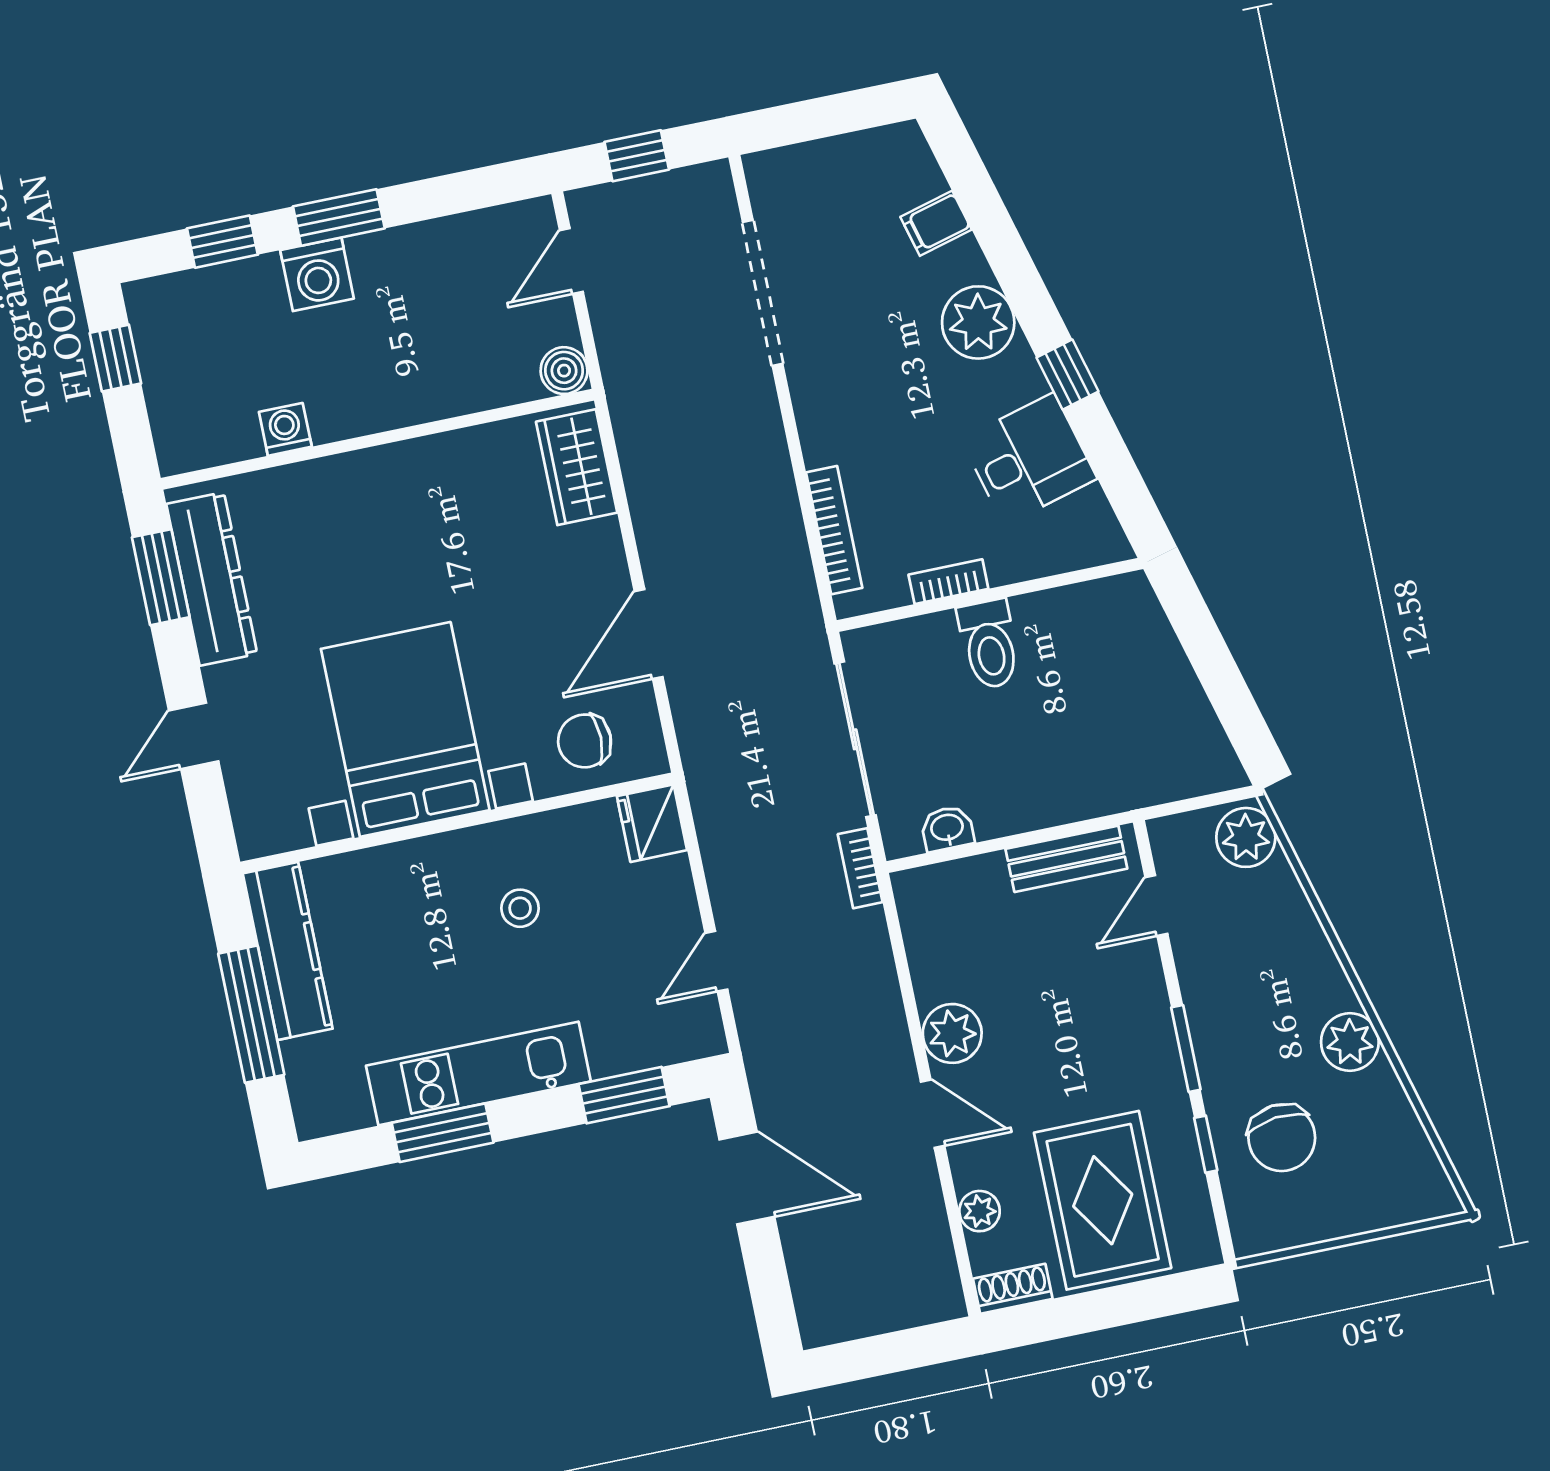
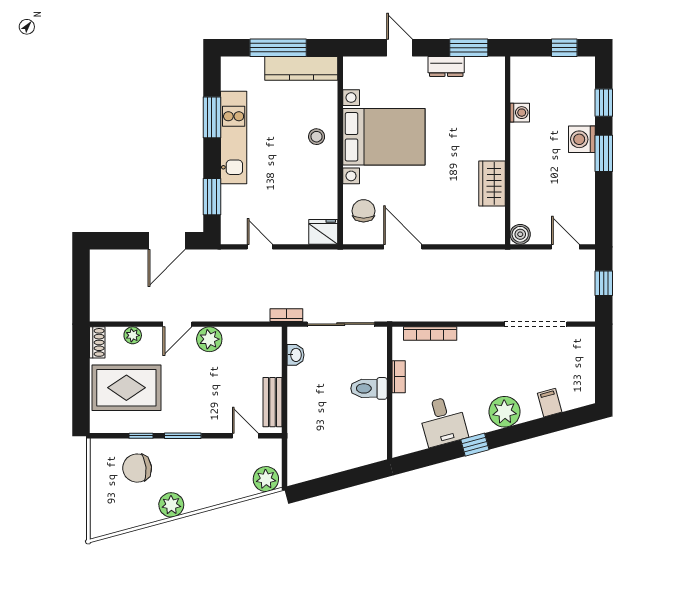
wardrobe: (577, 467) -> (492, 183), moved, turned -90
dresser: (212, 579) -> (446, 66), width x0.51, depth x0.80
stool: (520, 908) -> (317, 137), moved

